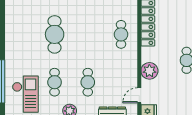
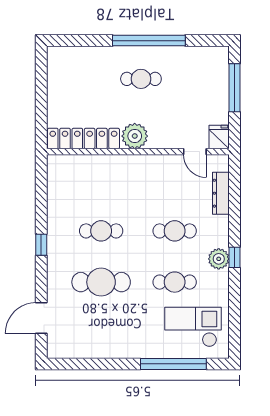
cafe table: (121, 34) -> (101, 231), moved
plant: (149, 71) -> (135, 136), moved

